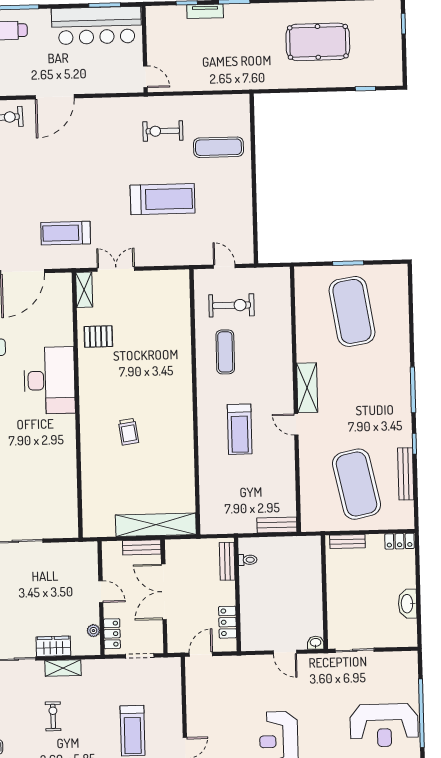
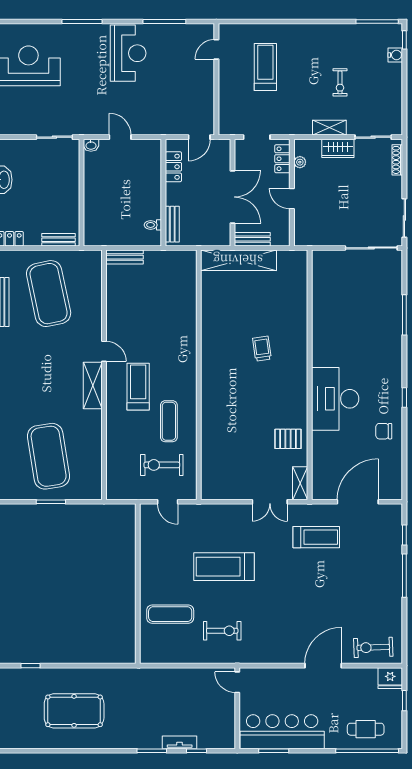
treadmill: (240, 429) -> (138, 387), moved

